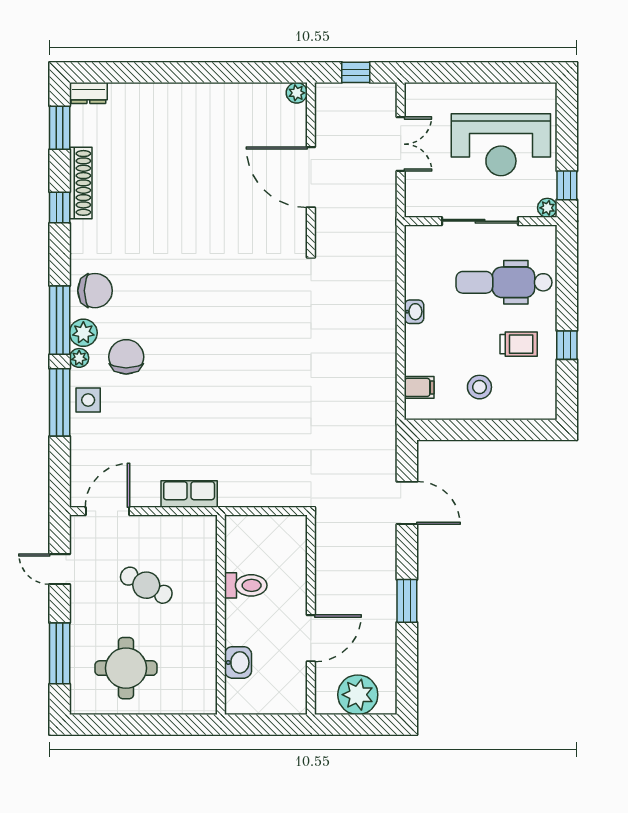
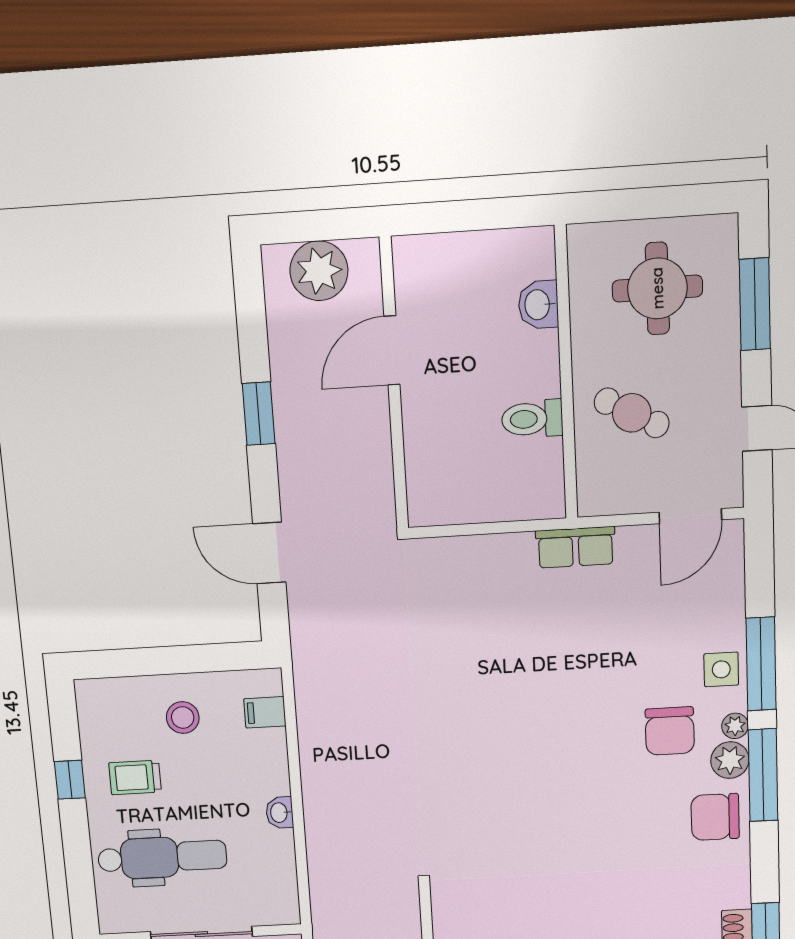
toilet: (246, 585) -> (532, 419), moved
wall: (221, 615) -> (566, 374), moved
washbasin: (238, 662) -> (538, 305), moved

